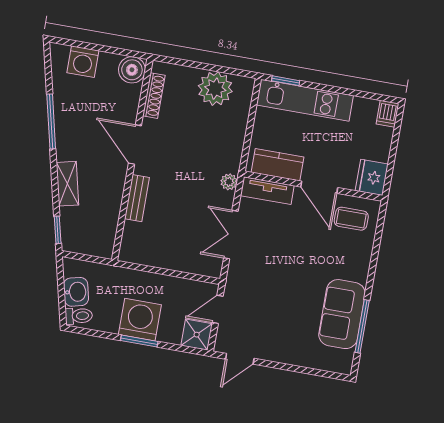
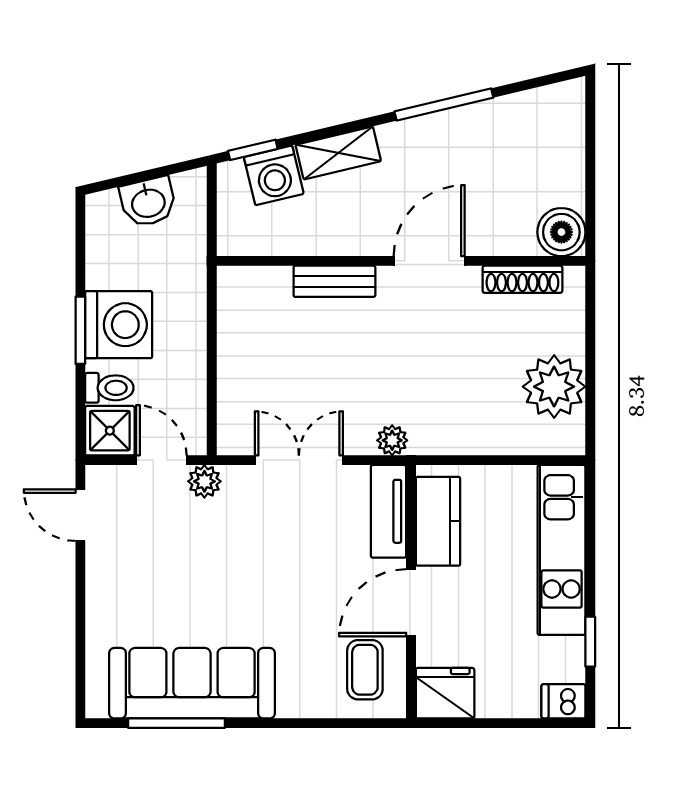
washing machine: (83, 62) -> (274, 175), moved, turned -103
window: (286, 81) -> (590, 642), moved
plant: (233, 288) -> (204, 481), added
sofa: (342, 314) -> (192, 683), width x1.36
toilet: (79, 316) -> (109, 388), moved, turned -77

